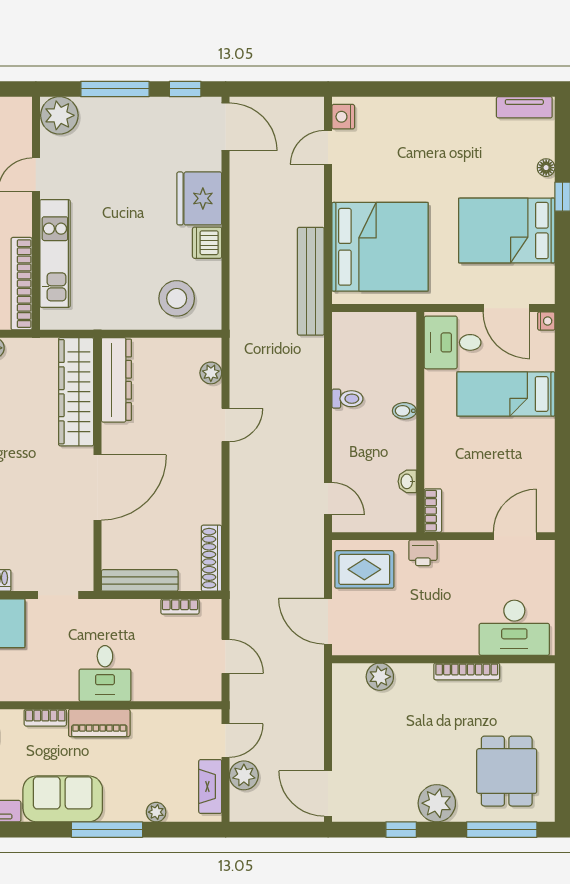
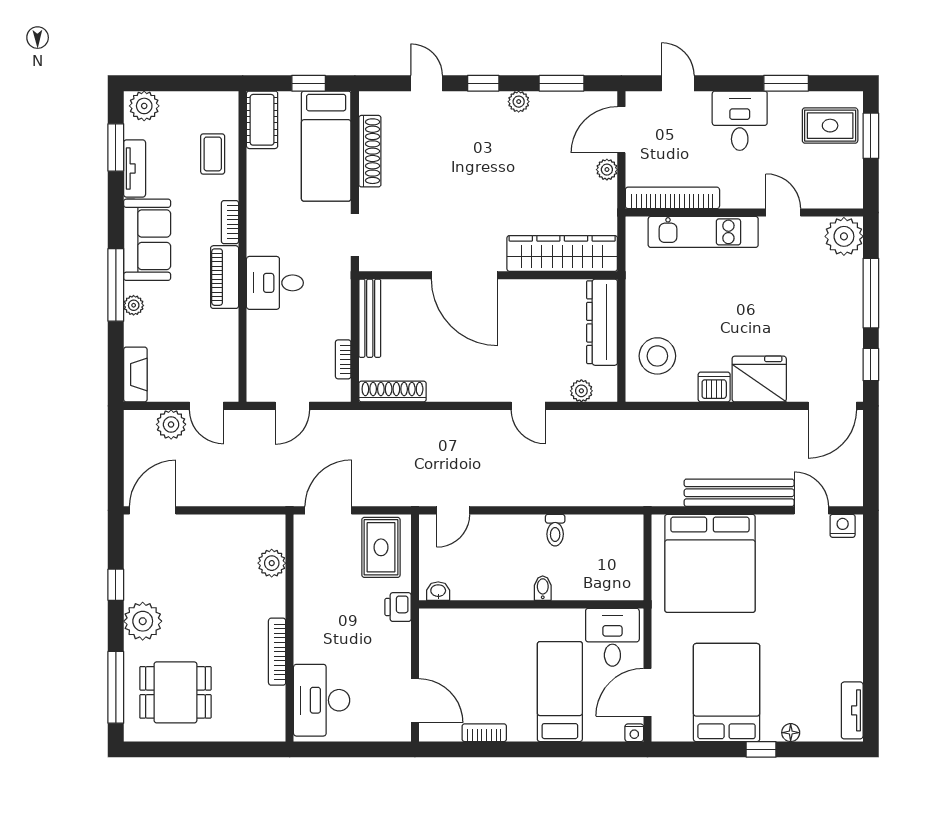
bench: (311, 281) -> (739, 493), moved
dresser: (116, 380) -> (602, 322), moved, turned 90
washbasin: (407, 481) -> (438, 591), moved
bookcase: (433, 511) -> (484, 733), moved, turned 180
fireplace: (210, 786) -> (135, 374), moved, turned 90
plant: (156, 812) -> (134, 305), moved

